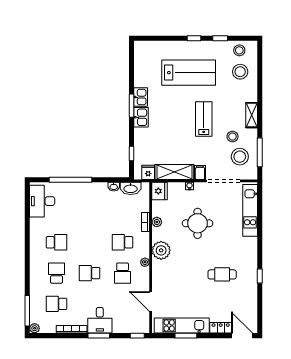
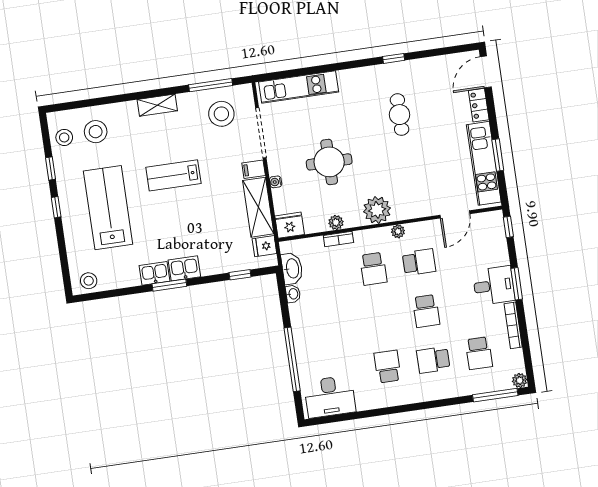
stool: (232, 137) -> (89, 281), moved

